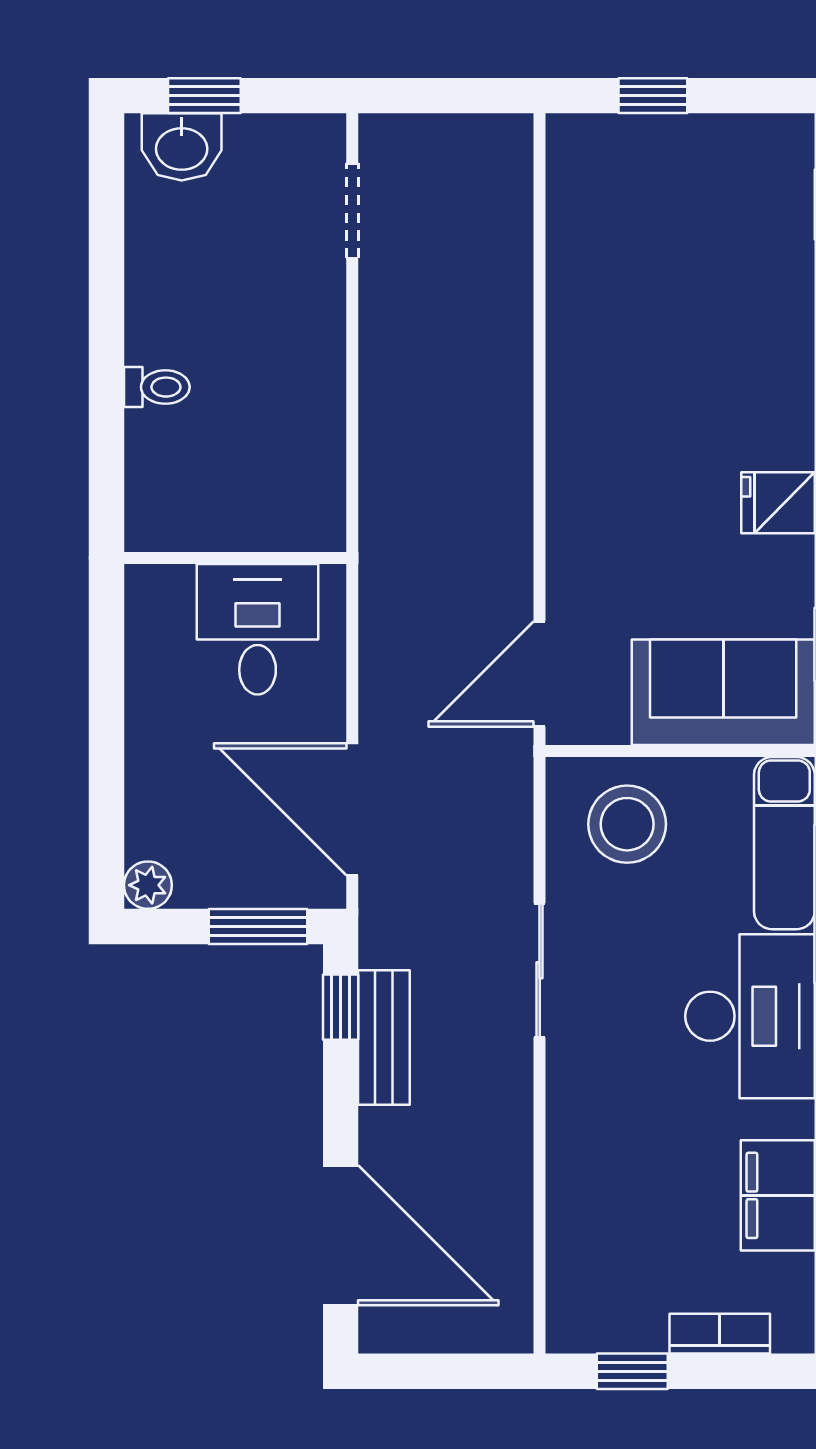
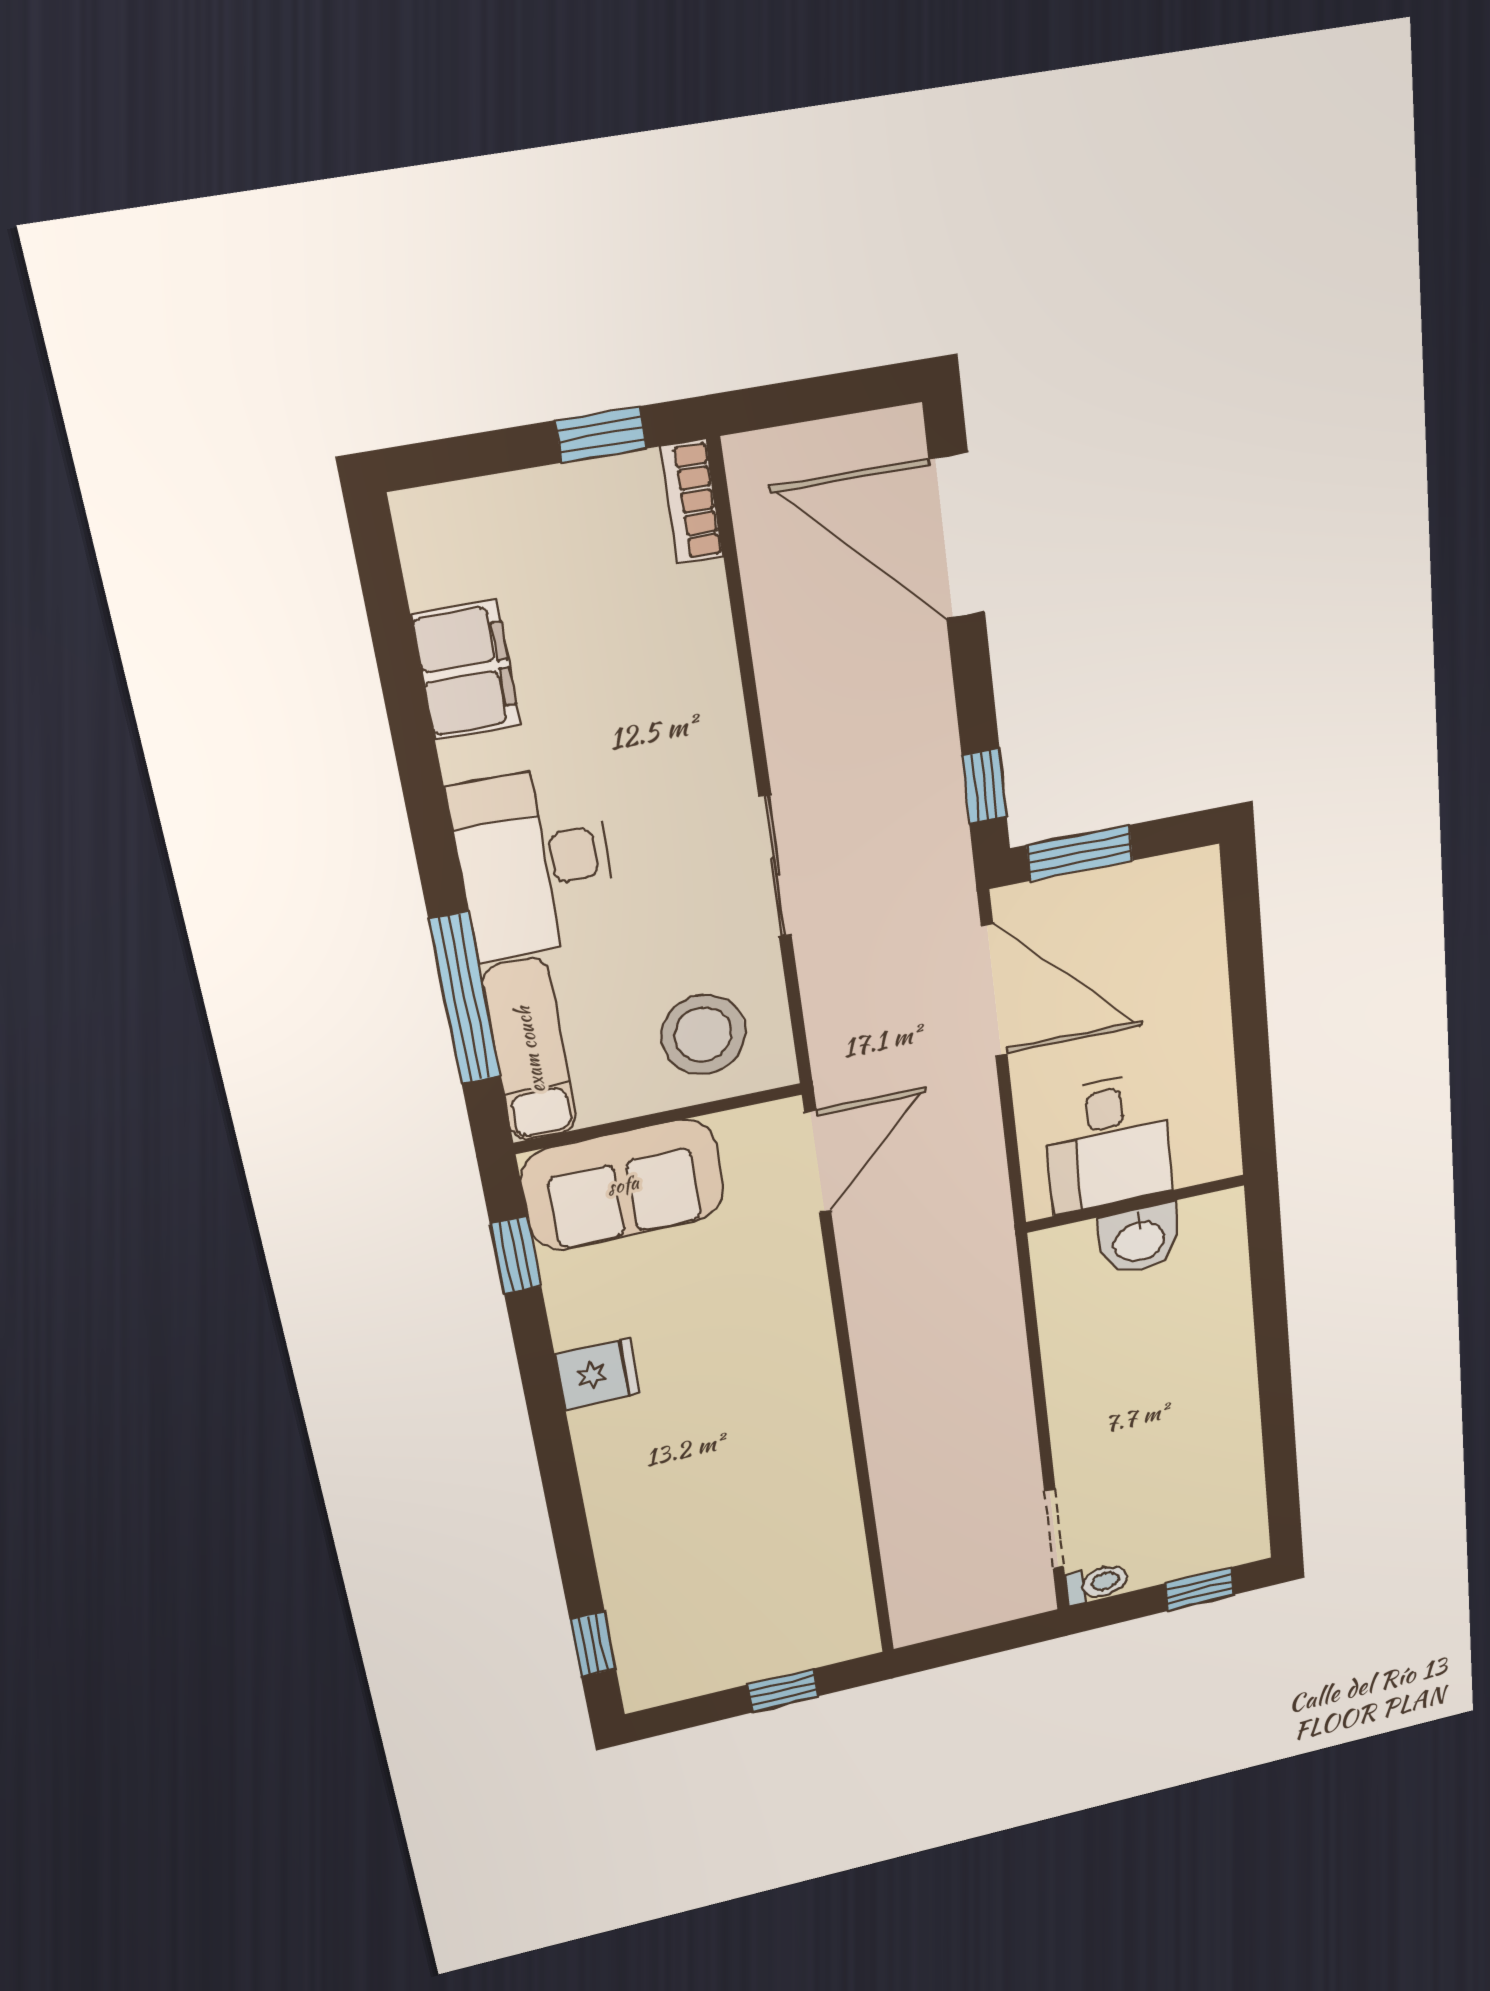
washbasin: (182, 147) -> (1139, 1239), moved, turned 180
toilet: (157, 387) -> (1097, 1583), moved, turned 180
plant: (148, 885) -> (1197, 872), removed
bench: (384, 1038) -> (934, 763), removed
bookcase: (720, 1334) -> (692, 502), moved, turned 90

